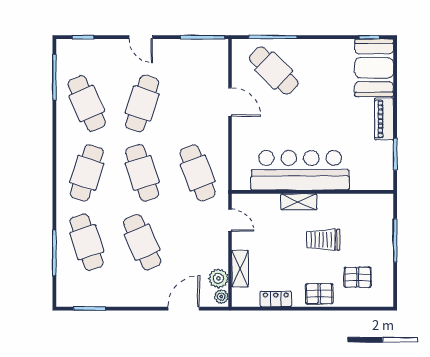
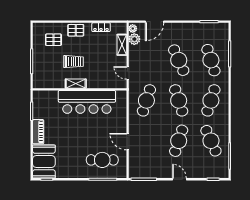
cafe table: (274, 70) -> (102, 160), turned -44
cafe table: (198, 173) -> (146, 100), turned 39
shelving: (299, 202) -> (76, 84), moved

